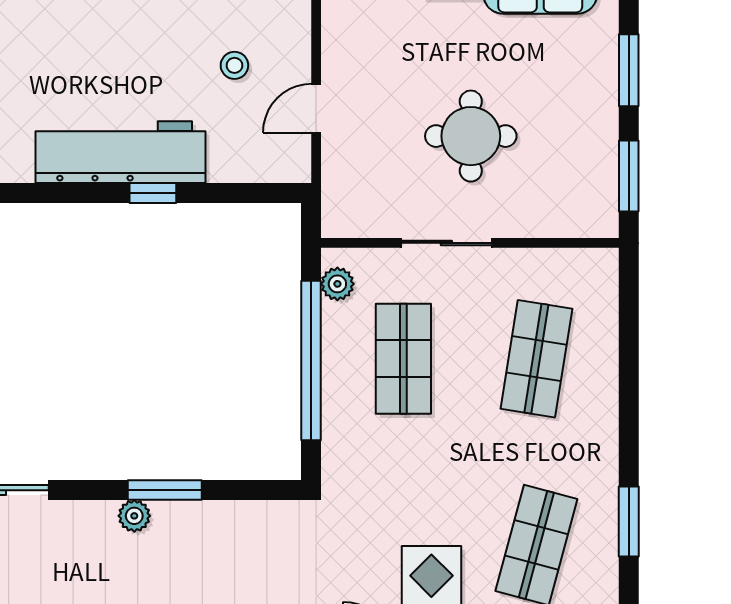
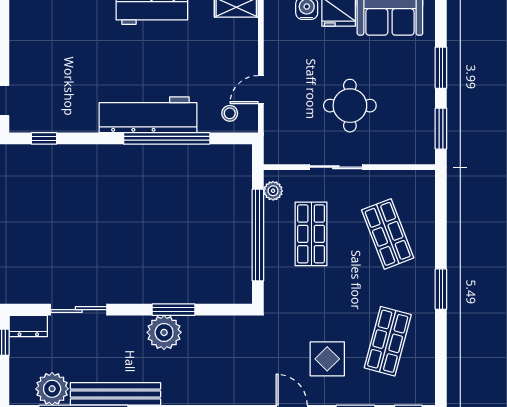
stool: (234, 65) -> (230, 113), moved
window: (153, 193) -> (167, 138), width x3.17
shop shelf: (536, 359) -> (388, 234), turned -30
plant: (134, 516) -> (164, 332), width x1.87, depth x1.87
window: (629, 522) -> (441, 289), moved

